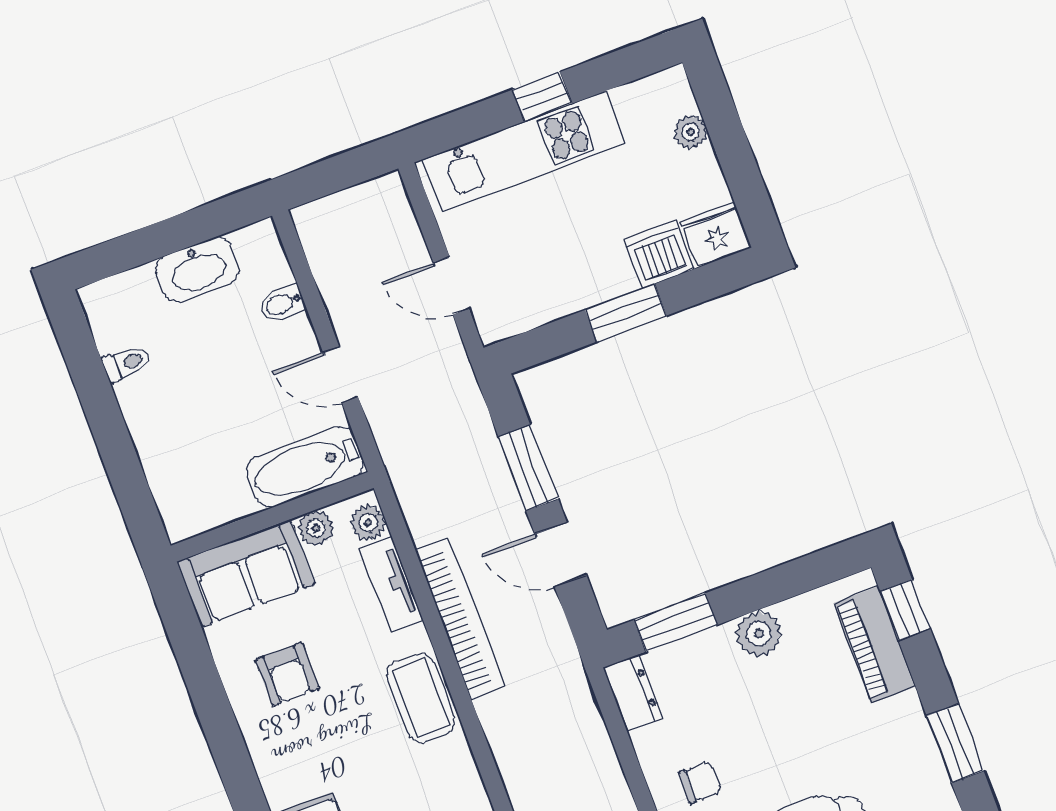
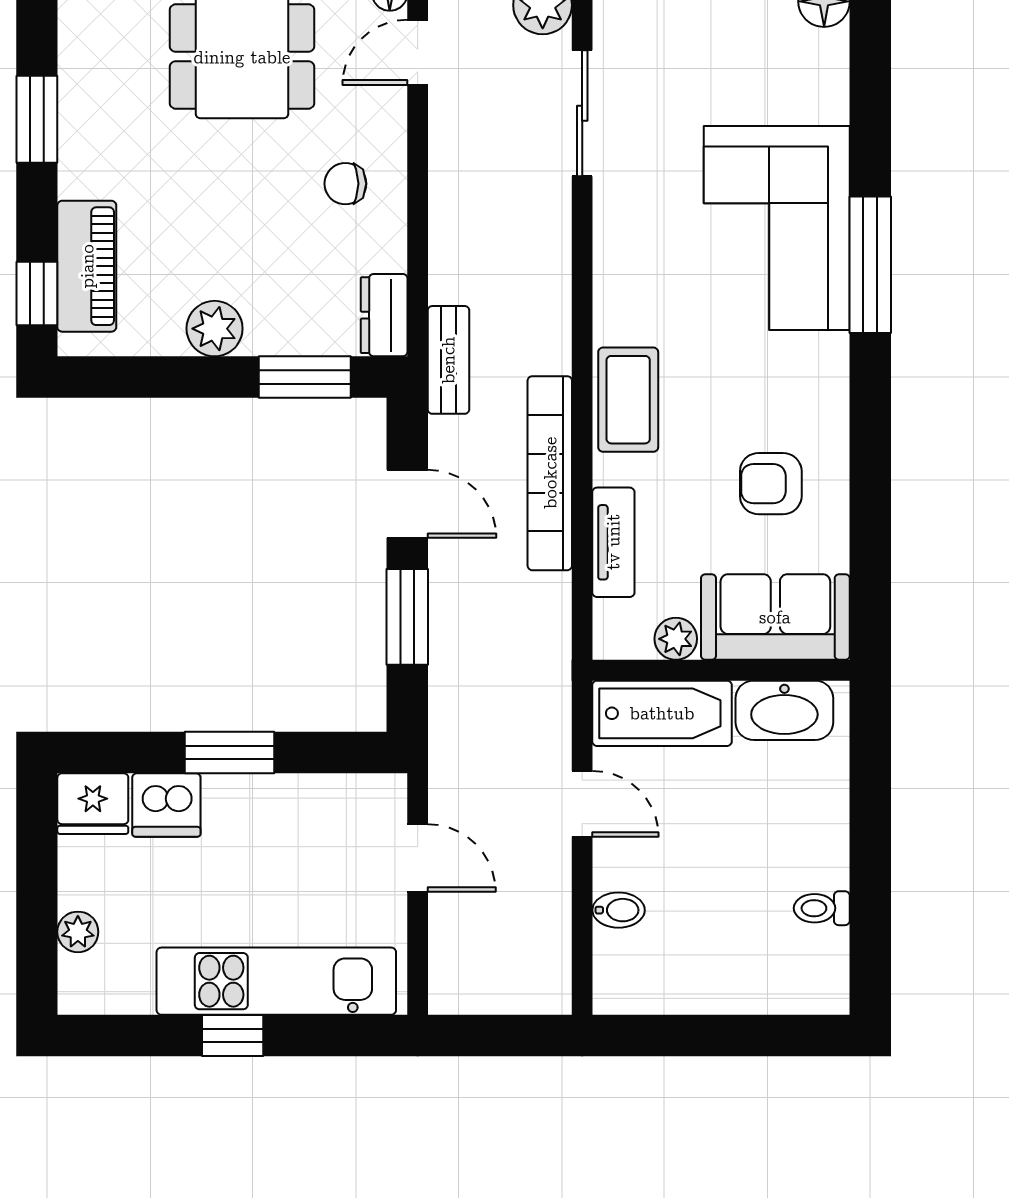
washbasin: (198, 269) -> (784, 710), moved, turned 180
plant: (368, 523) -> (614, 623), removed
armchair: (288, 674) -> (771, 484), turned -90
bench: (570, 677) -> (448, 360), added

